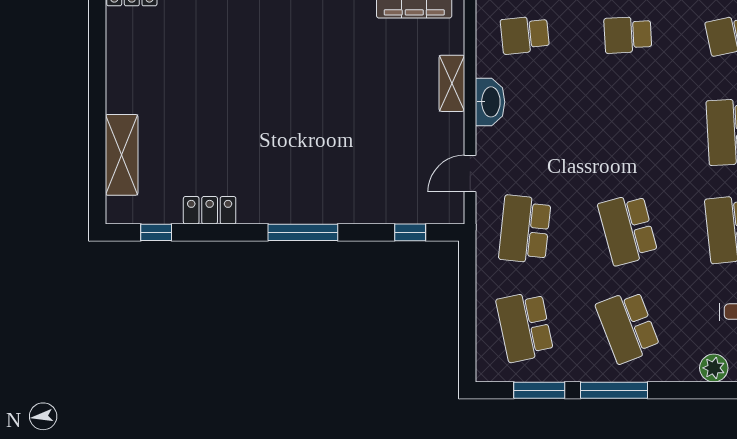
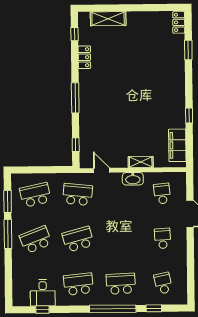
plant: (714, 368) -> (18, 277), removed

